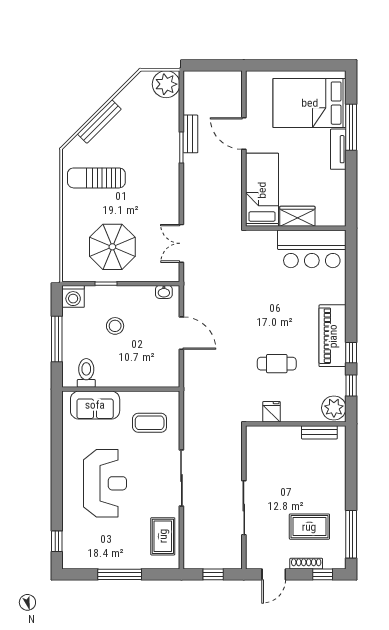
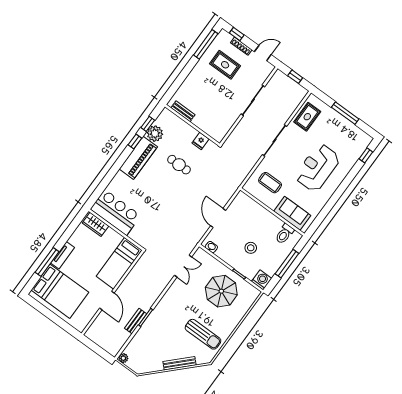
plant: (166, 84) -> (123, 358), width x0.53, depth x0.53
wardrobe: (297, 216) -> (95, 224), moved
plant: (334, 408) -> (155, 134), moved

